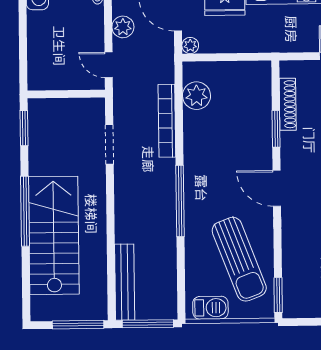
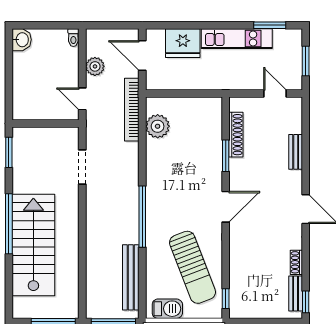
plant: (190, 46) -> (153, 83), removed
bookcase: (167, 121) -> (132, 110), moved
door: (277, 188) -> (226, 207), swing flipped
bench: (125, 282) -> (131, 277), moved
window: (278, 295) -> (226, 299), width x0.67

